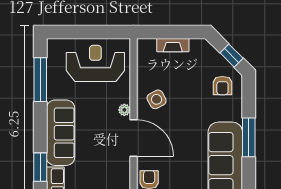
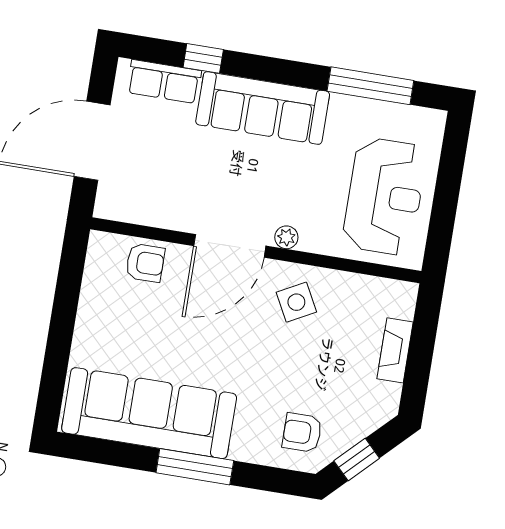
window: (40, 167) -> (203, 58), width x0.67

